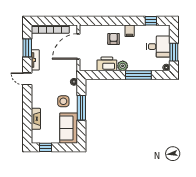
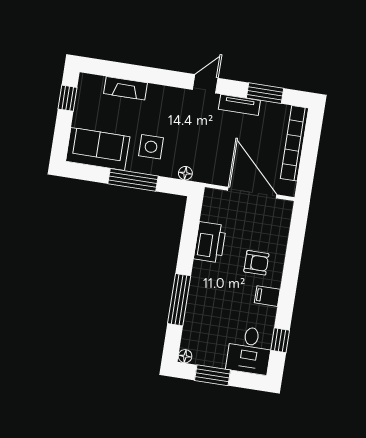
desk: (158, 47) -> (249, 350), moved
plant: (123, 66) -> (202, 272), removed

